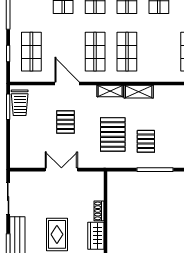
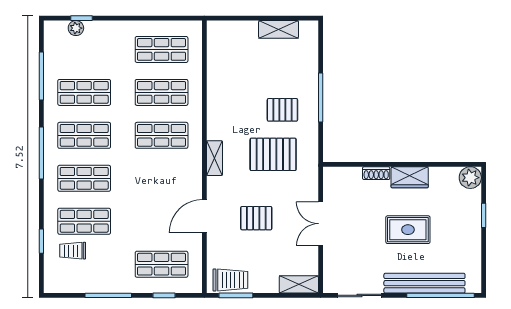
shop shelf: (95, 52) -> (162, 92), moved
shelving: (139, 92) -> (299, 284), moved, turned 90

